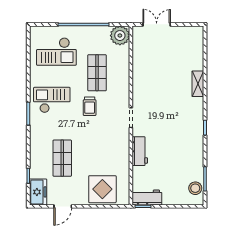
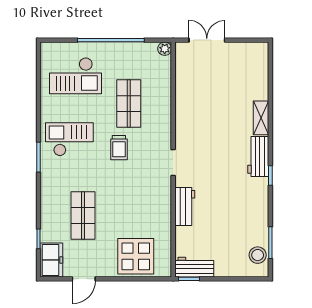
plant: (120, 36) -> (165, 49), width x0.53, depth x0.53
workbench: (196, 113) -> (258, 156), added

